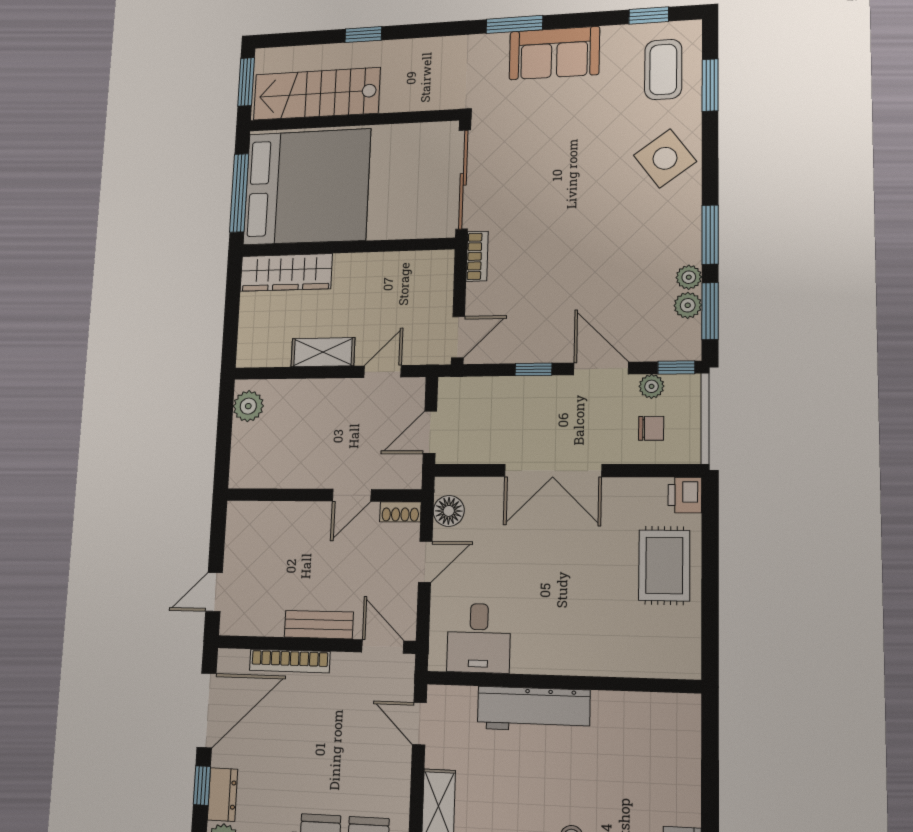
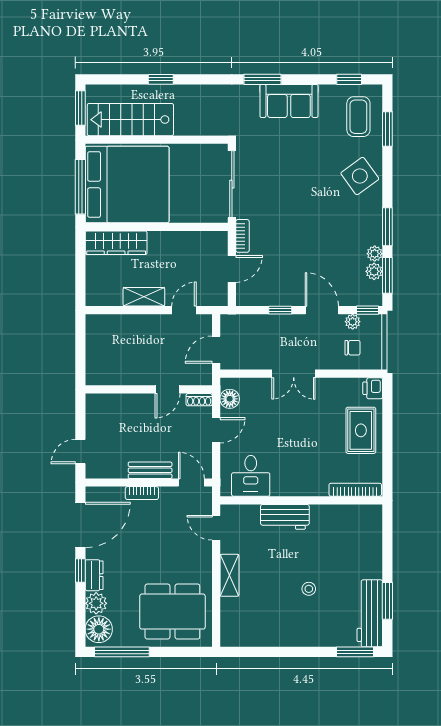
door: (458, 337) -> (232, 269), moved
plant: (248, 406) -> (96, 332), removed
double door: (553, 471) -> (294, 374), width x0.73
bookcase: (290, 661) -> (142, 493), width x0.64
bookcase: (654, 667) -> (355, 490), added
workbench: (533, 709) -> (285, 517), width x0.73

